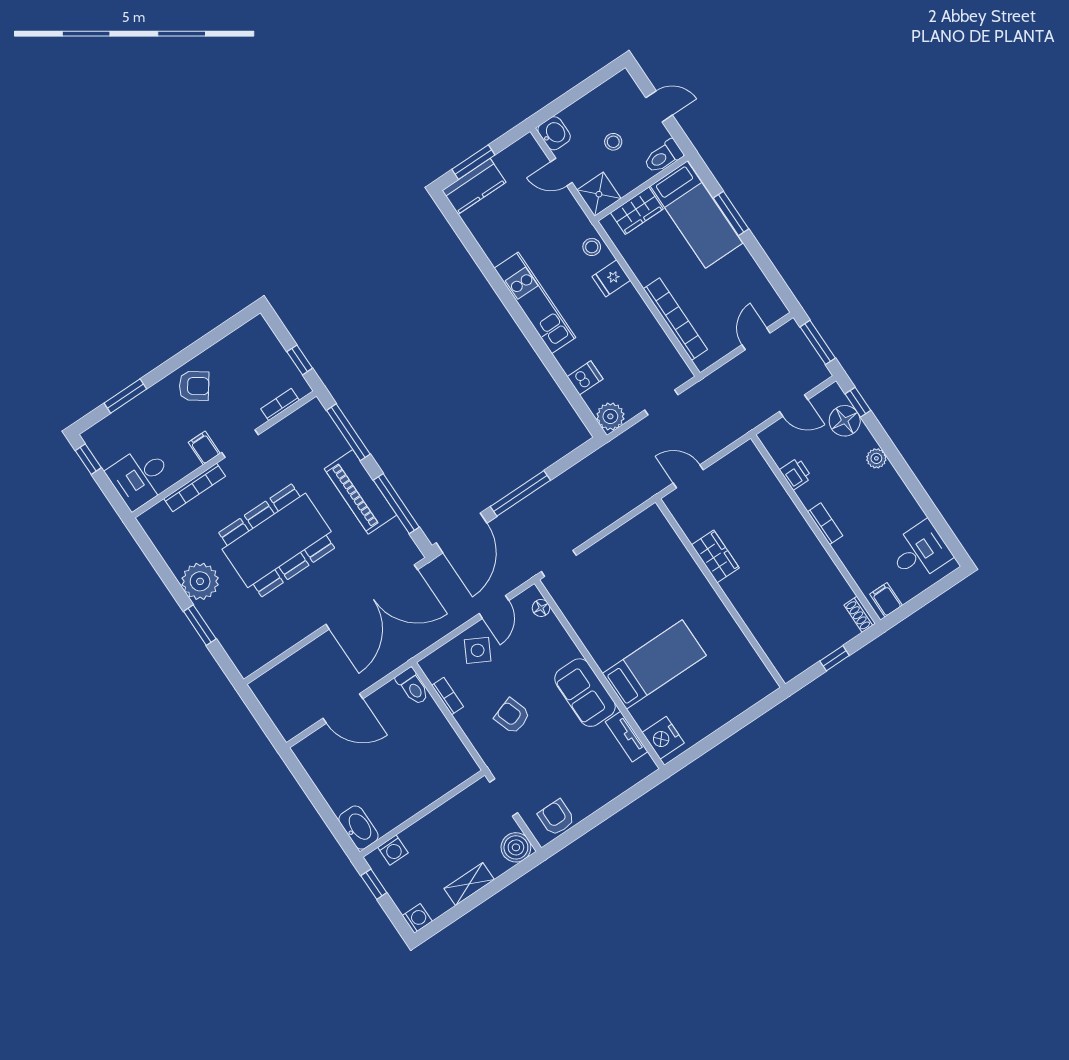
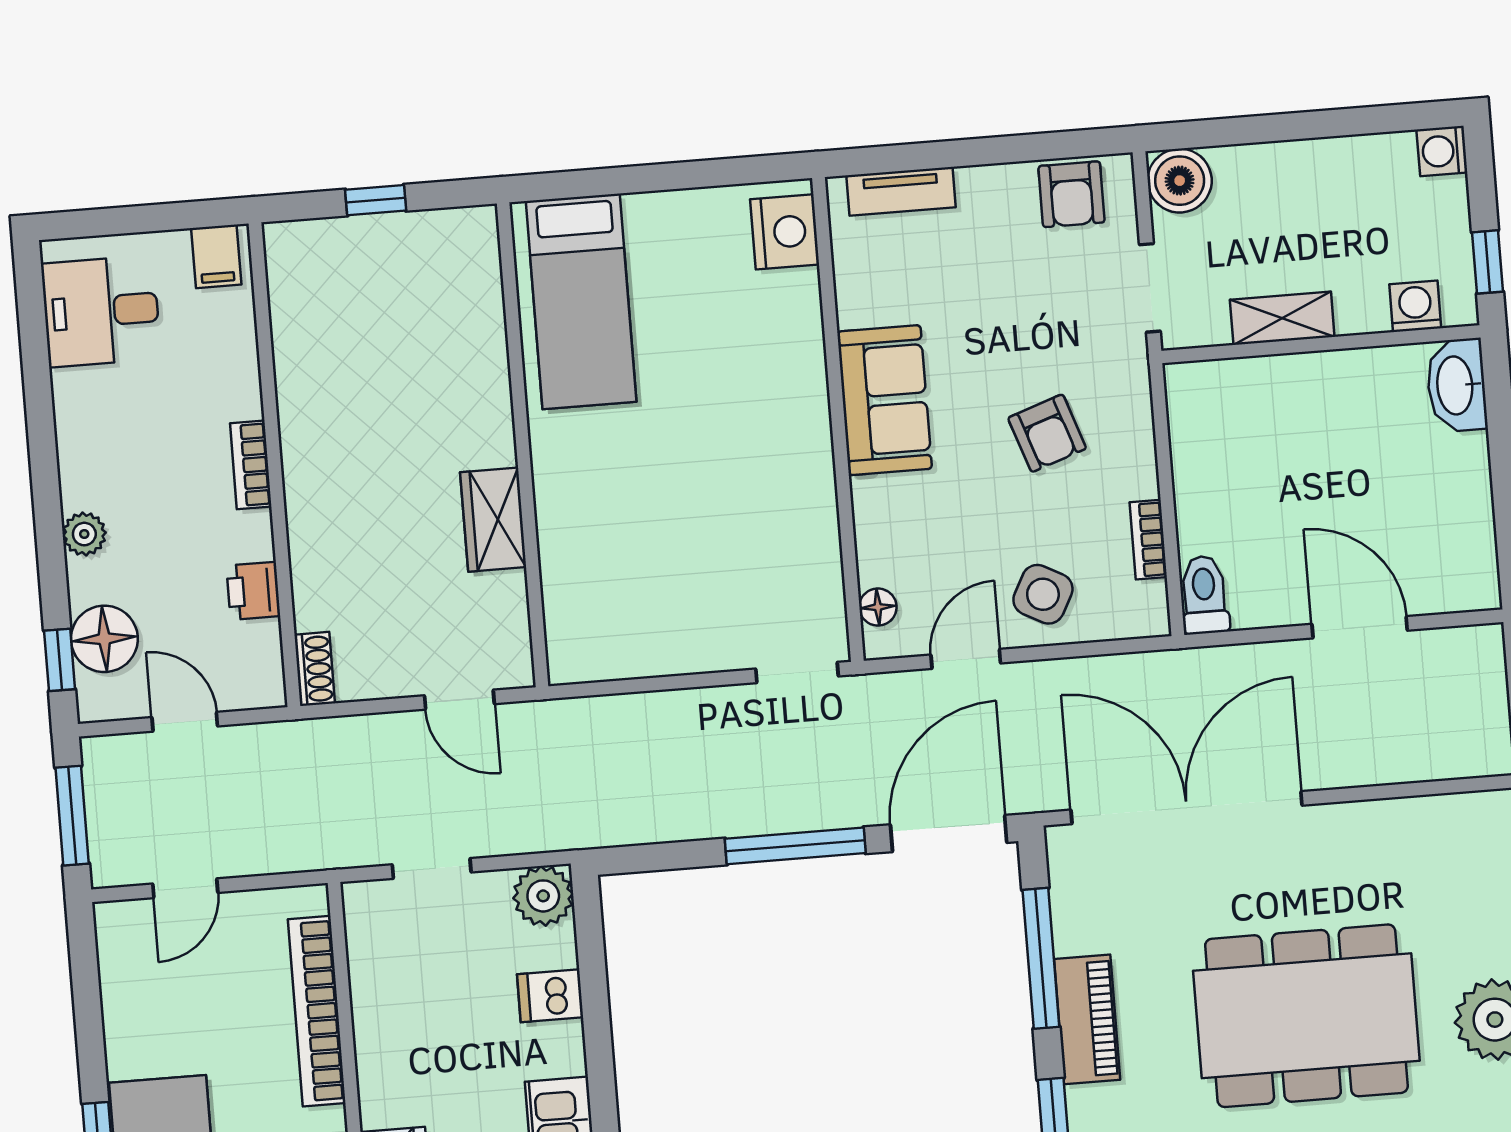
piano: (360, 492) -> (1087, 1019), width x0.73, depth x0.75
shoe rack: (860, 614) -> (315, 669), moved
bed: (654, 665) -> (581, 301), moved, turned -90
tv unit: (627, 737) -> (901, 191), moved, turned 90
shelving: (469, 884) -> (1282, 318), moved

